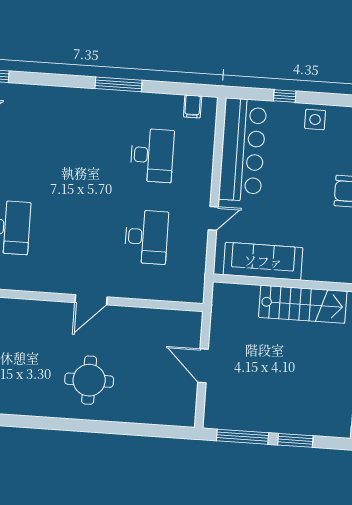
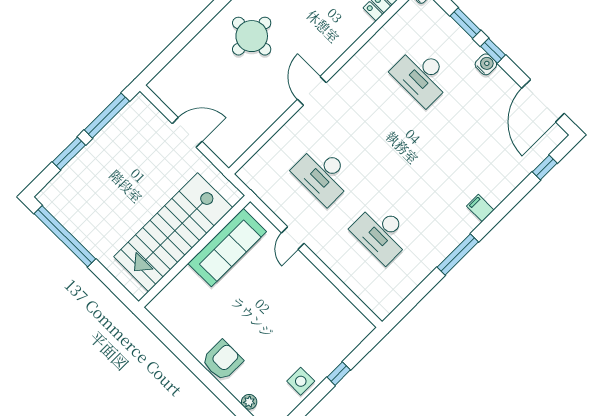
filing cabinet: (193, 106) -> (480, 208), moved
bar counter: (243, 150) -> (326, 306), removed
stairs: (303, 304) -> (173, 232), width x1.36, depth x1.51

